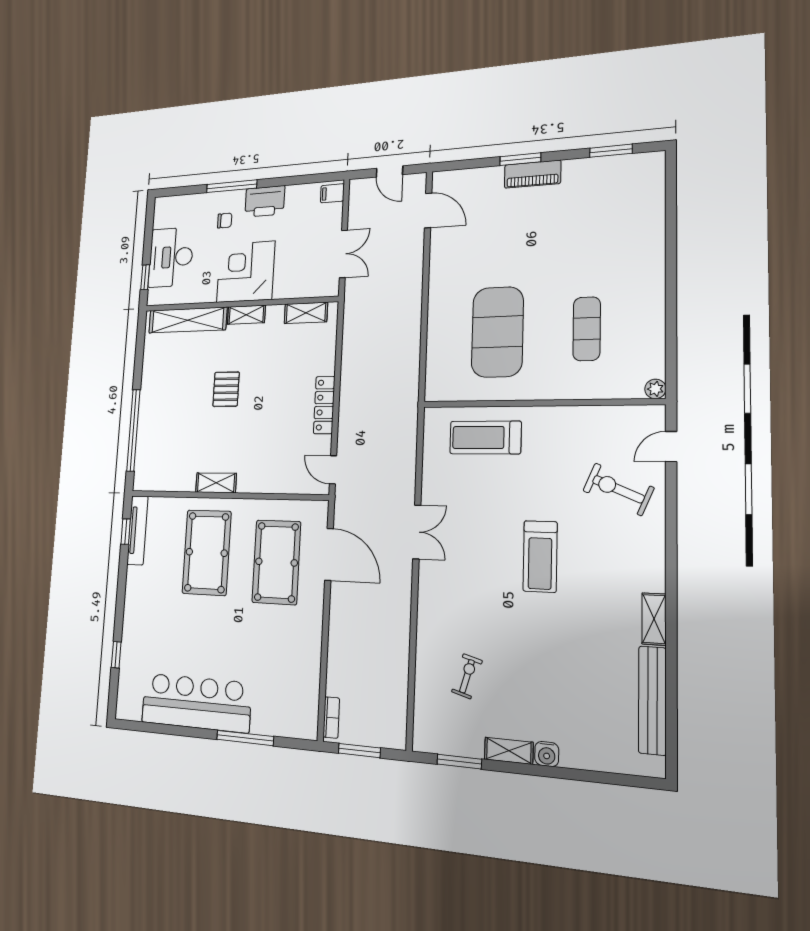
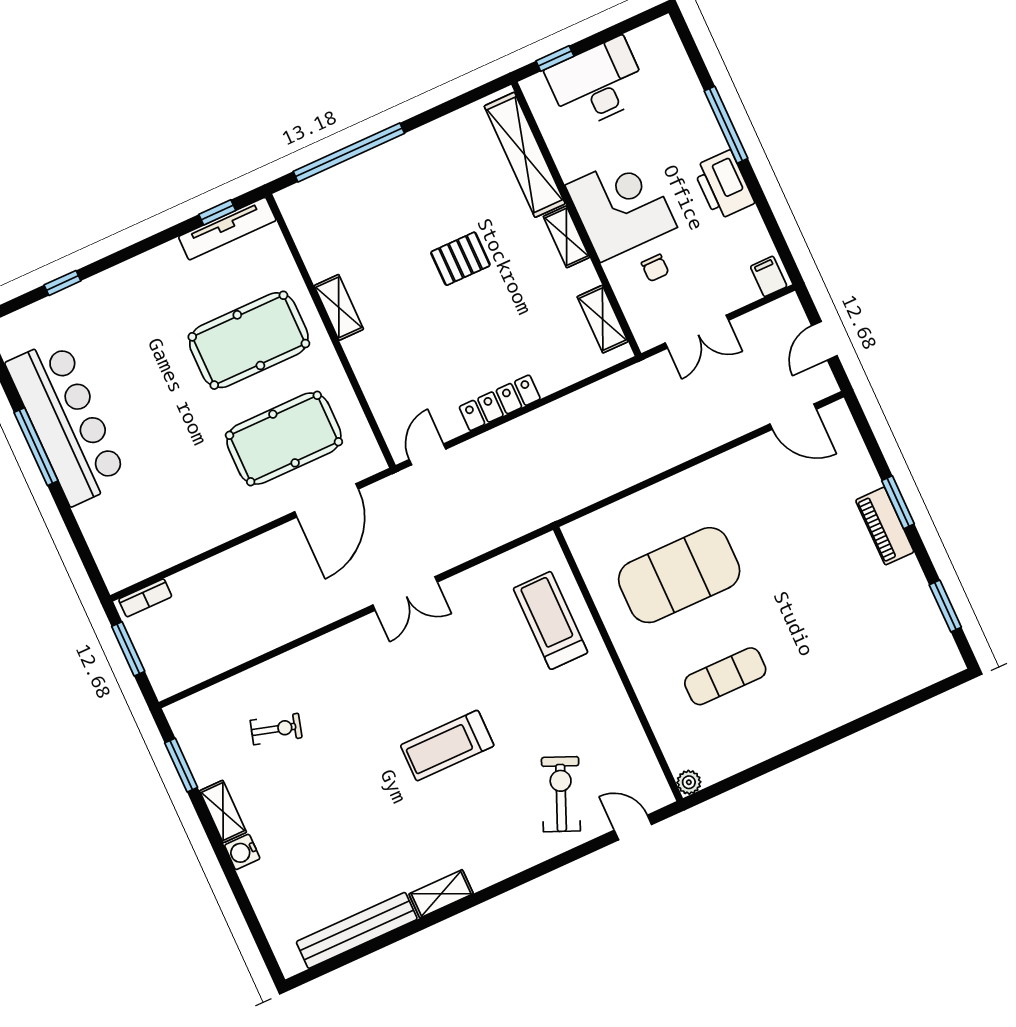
door: (428, 210) -> (793, 417), hinge flipped
chair: (225, 221) -> (655, 268), moved
window: (245, 738) -> (36, 447), moved

